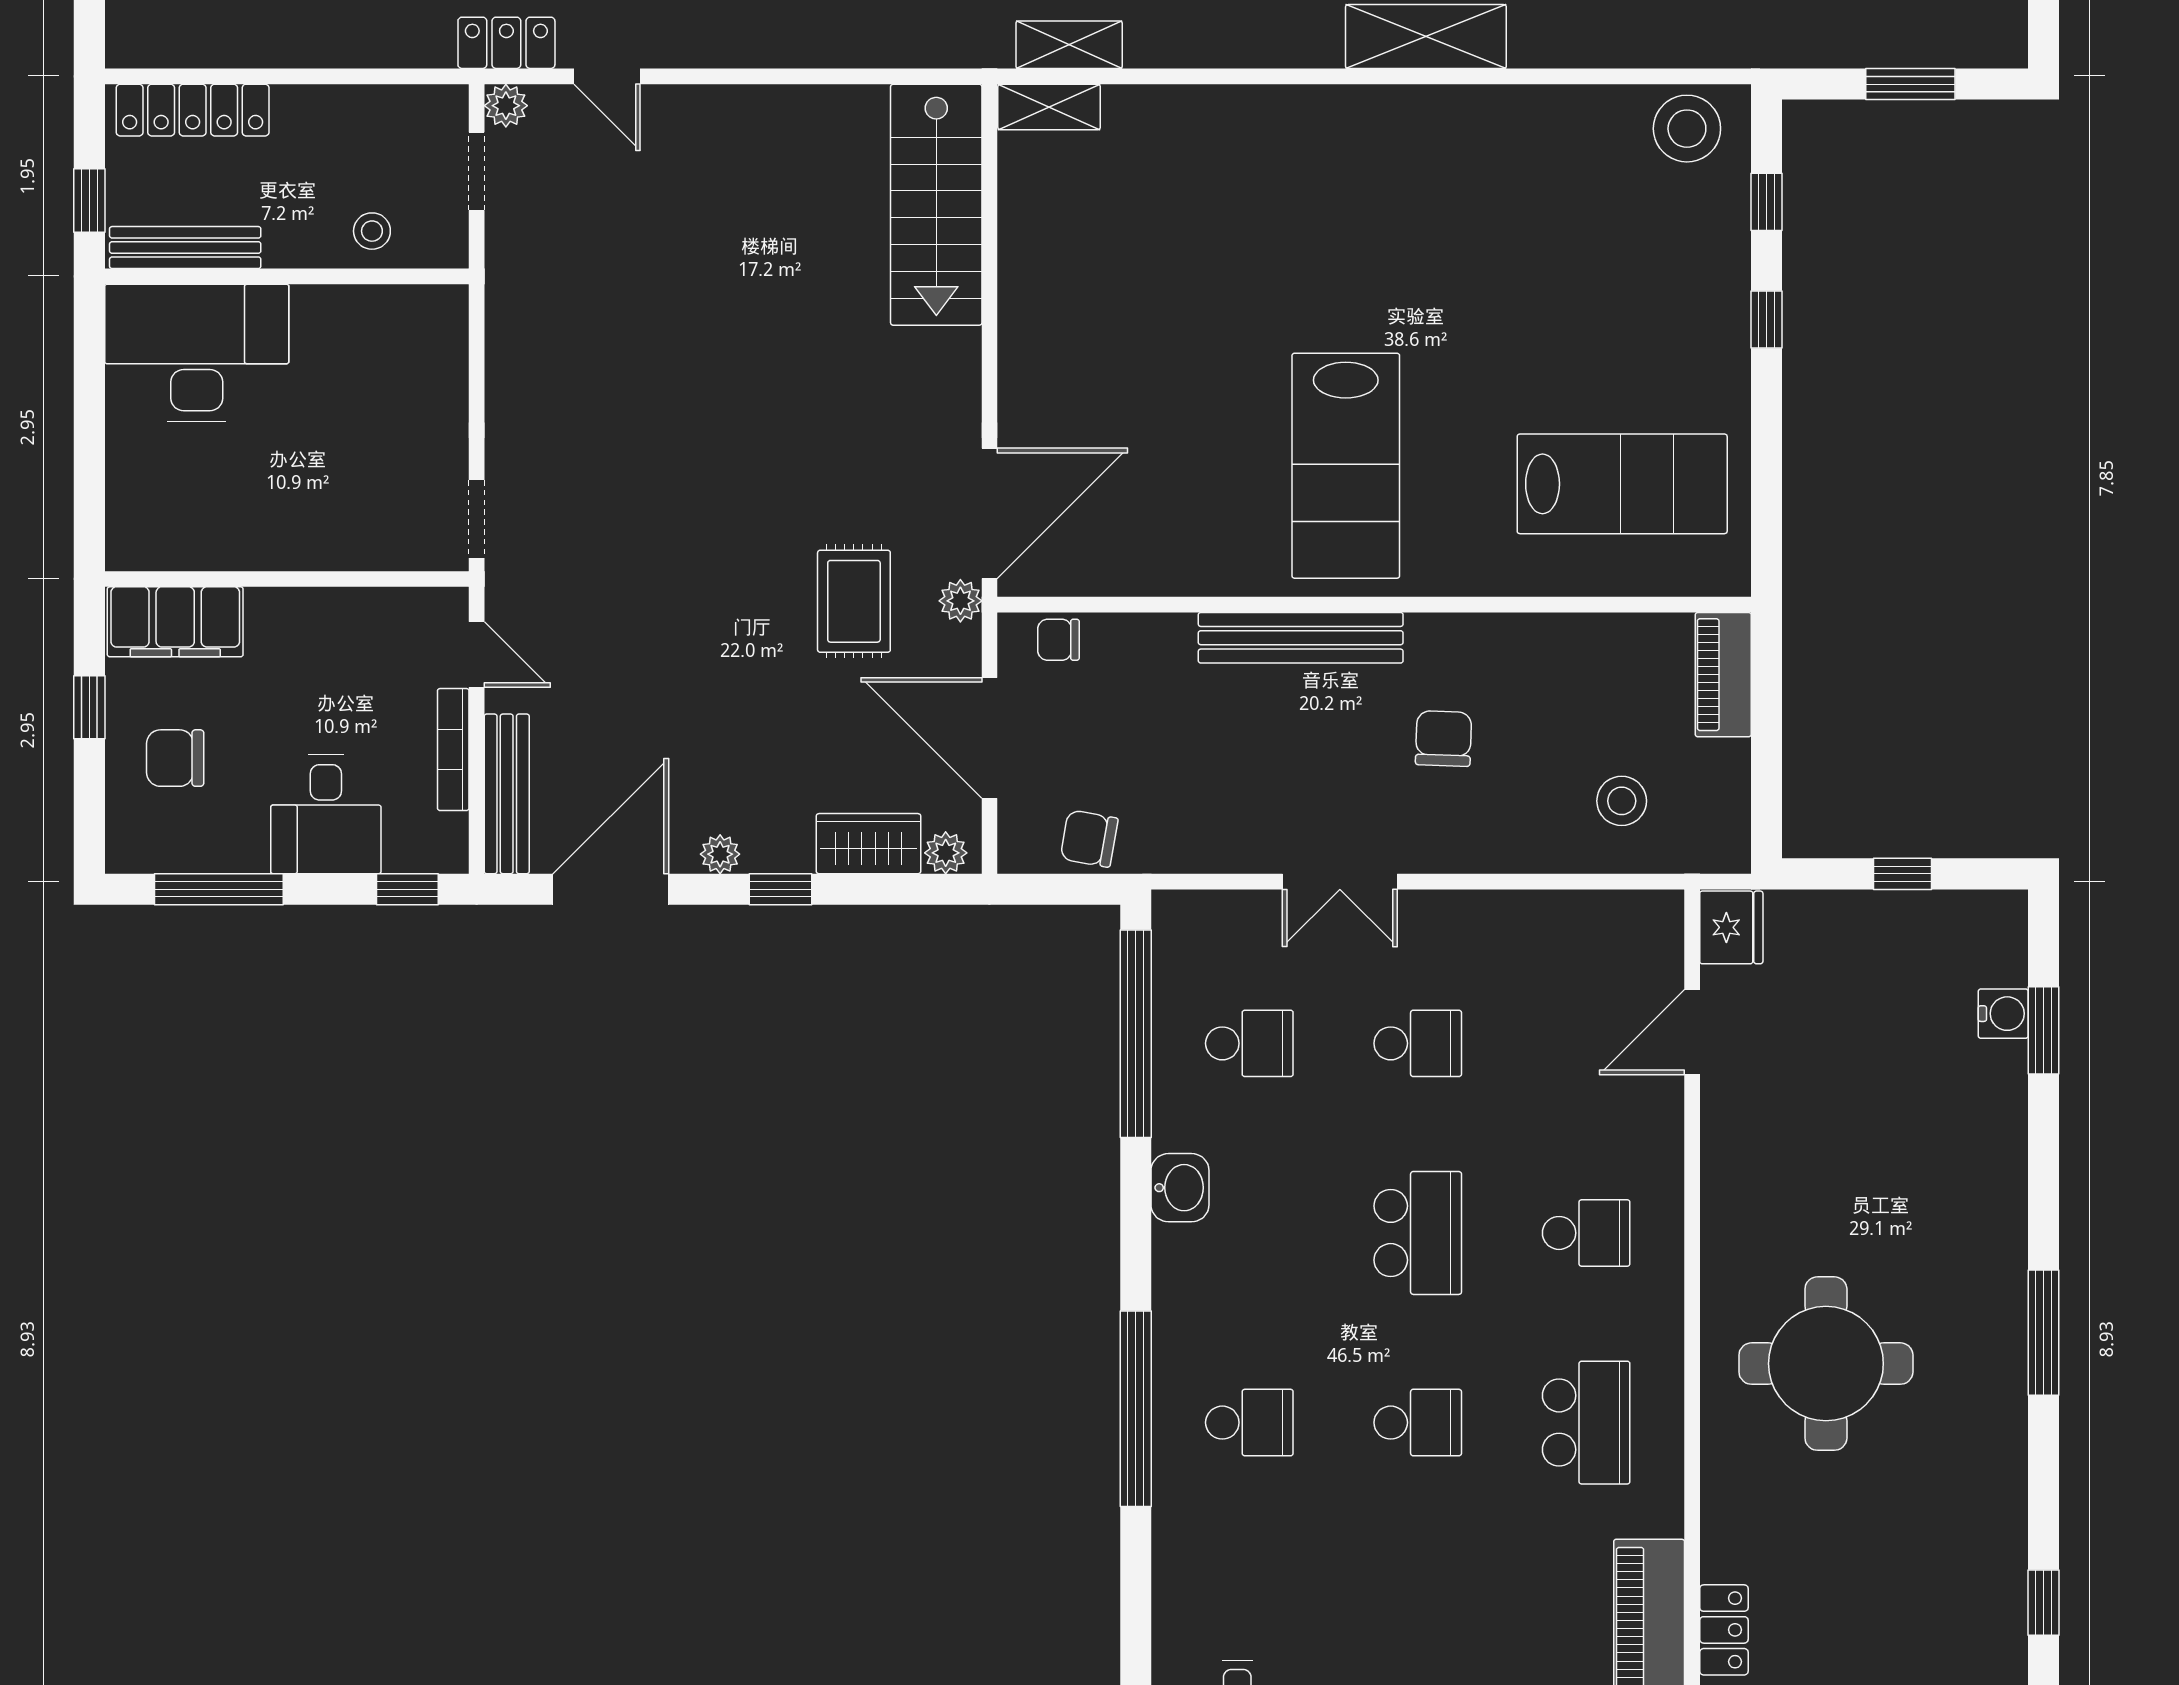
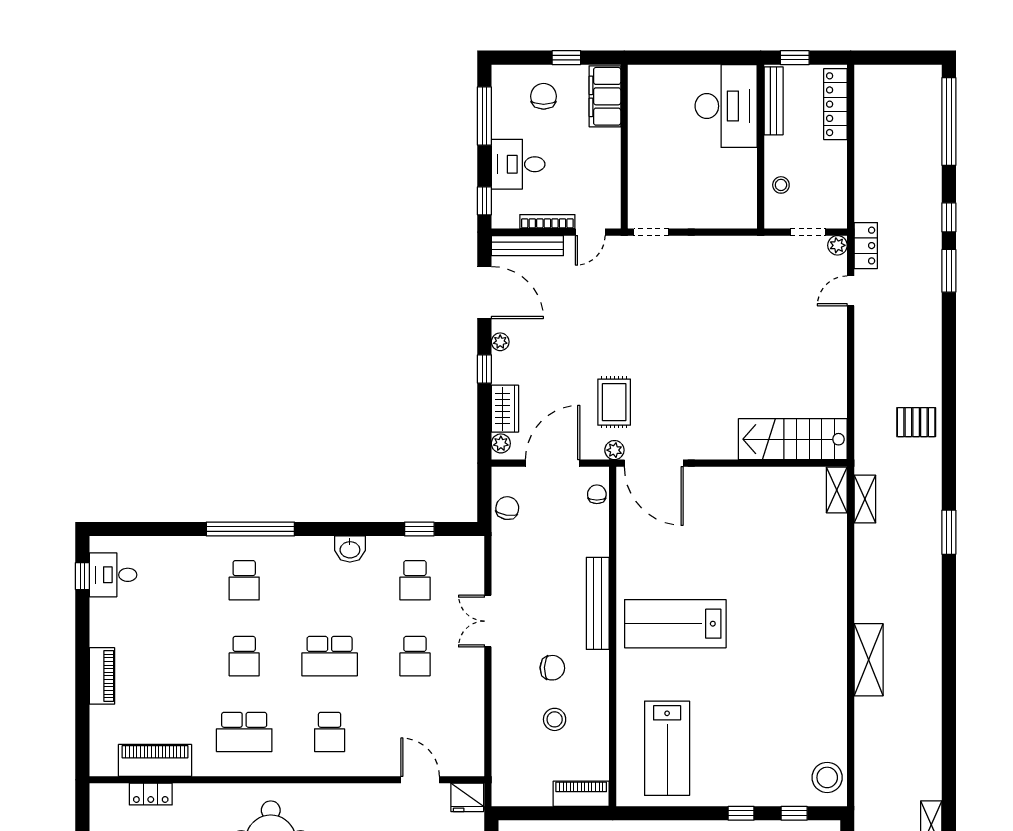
rug: (854, 601) -> (614, 402), turned 90
stool: (1622, 801) -> (555, 719), moved
window: (1136, 1034) -> (419, 529), width x0.32

